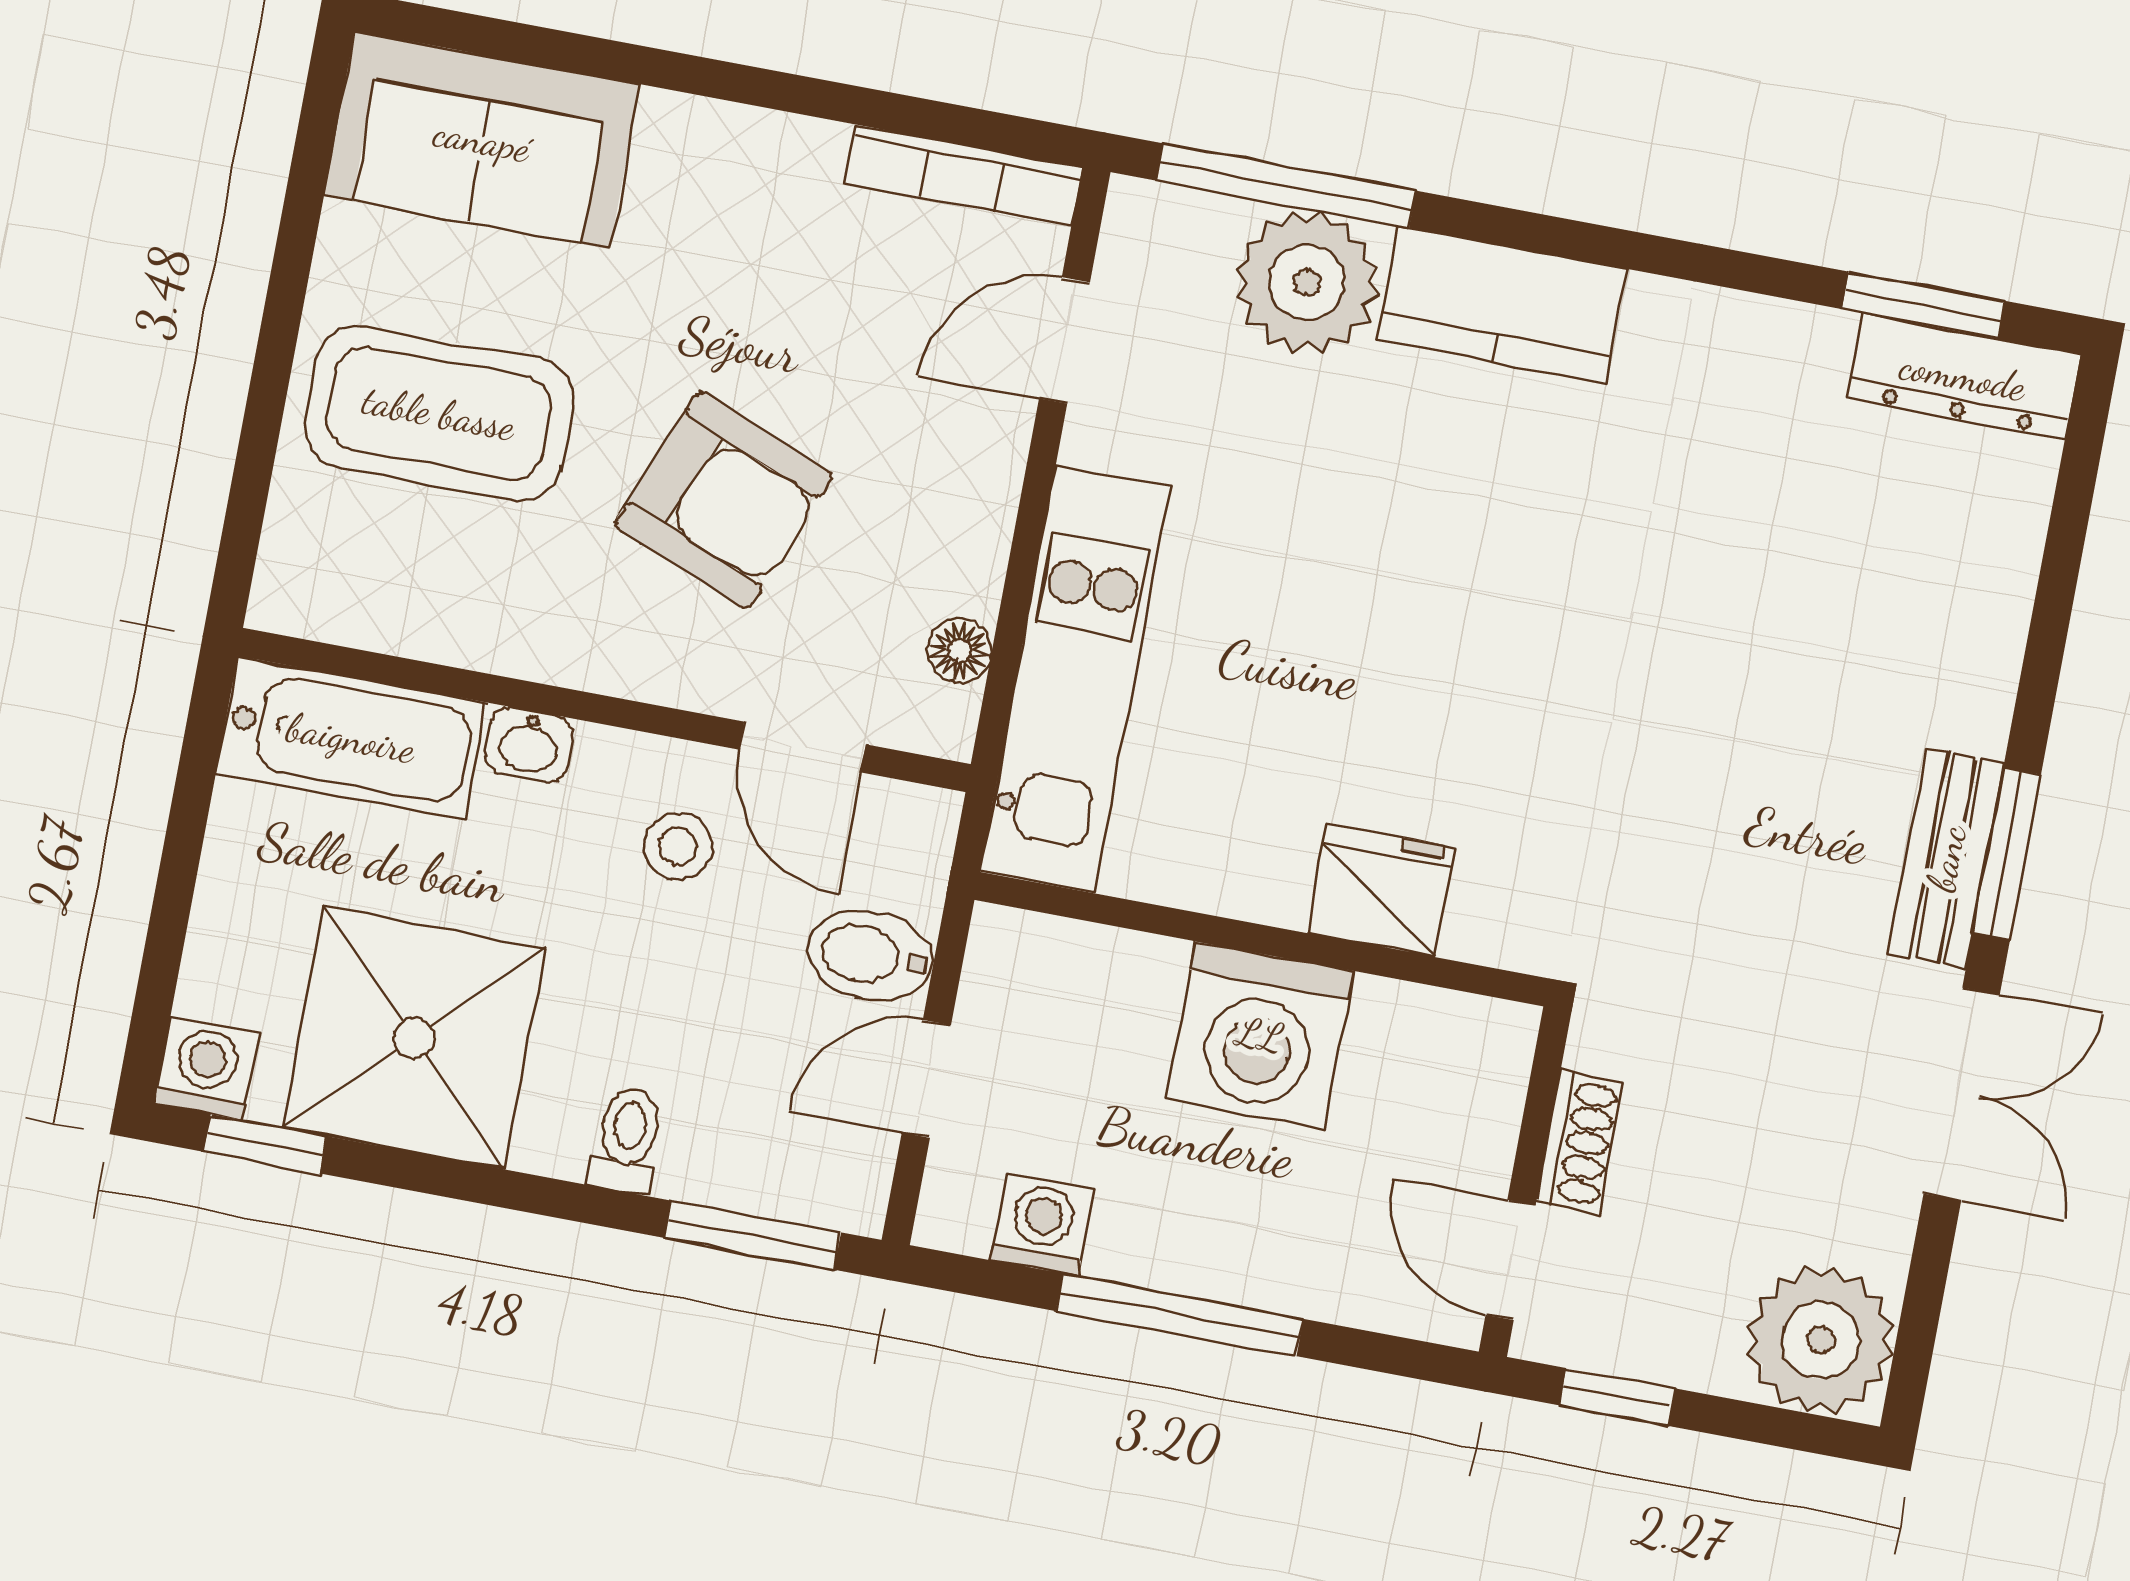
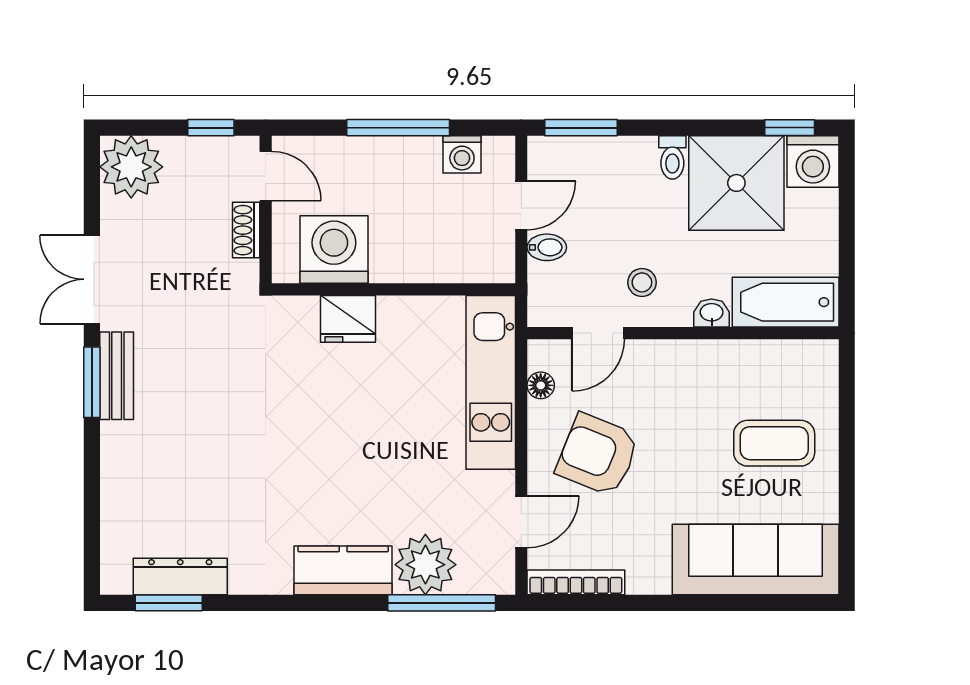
sofa: (482, 140) -> (756, 559), width x1.36
dresser: (1963, 376) -> (180, 576), moved
coffee table: (439, 413) -> (774, 443), width x0.73, depth x0.76
armchair: (724, 500) -> (598, 455), moved
door: (802, 747) -> (598, 333), swing flipped
bidet: (870, 955) -> (547, 247), width x0.72, depth x0.74
washing machine: (1260, 1035) -> (334, 249), moved
washing machine: (206, 1068) -> (813, 161), width x1.38, depth x1.38
toilet: (627, 1140) -> (672, 157), moved

